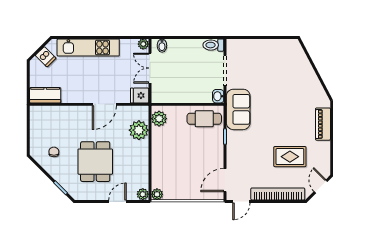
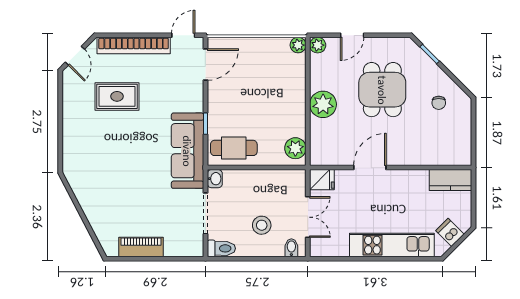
plant: (143, 44) -> (317, 250), removed
stool: (184, 62) -> (262, 225), added
sofa: (238, 109) -> (187, 151), width x1.36
piano: (323, 124) -> (141, 247), moved, turned -90
plant: (139, 130) -> (323, 104), moved

